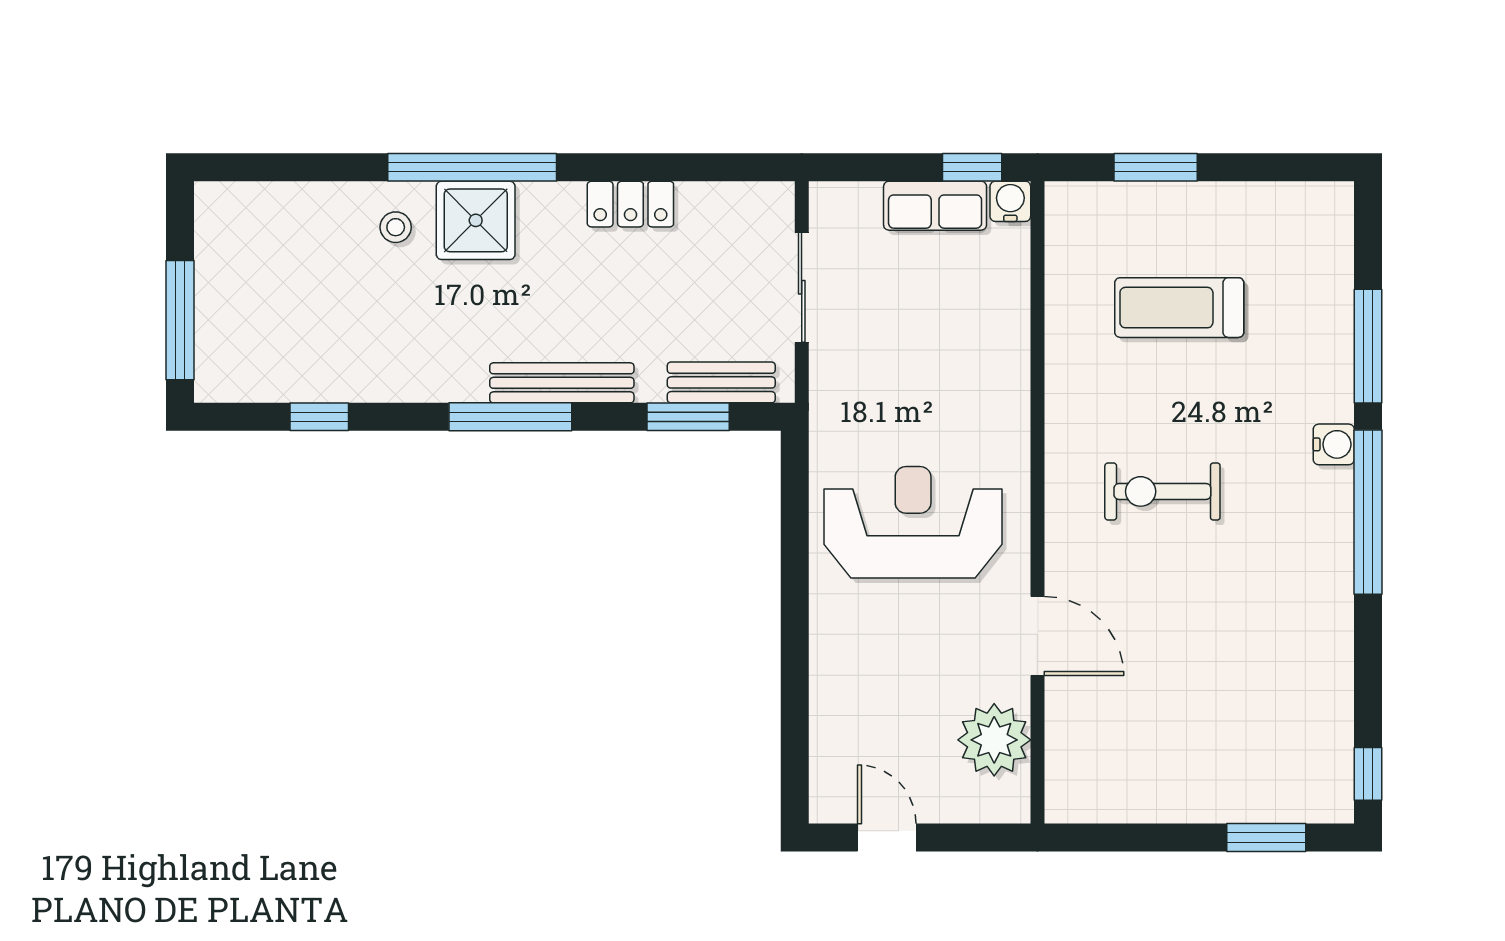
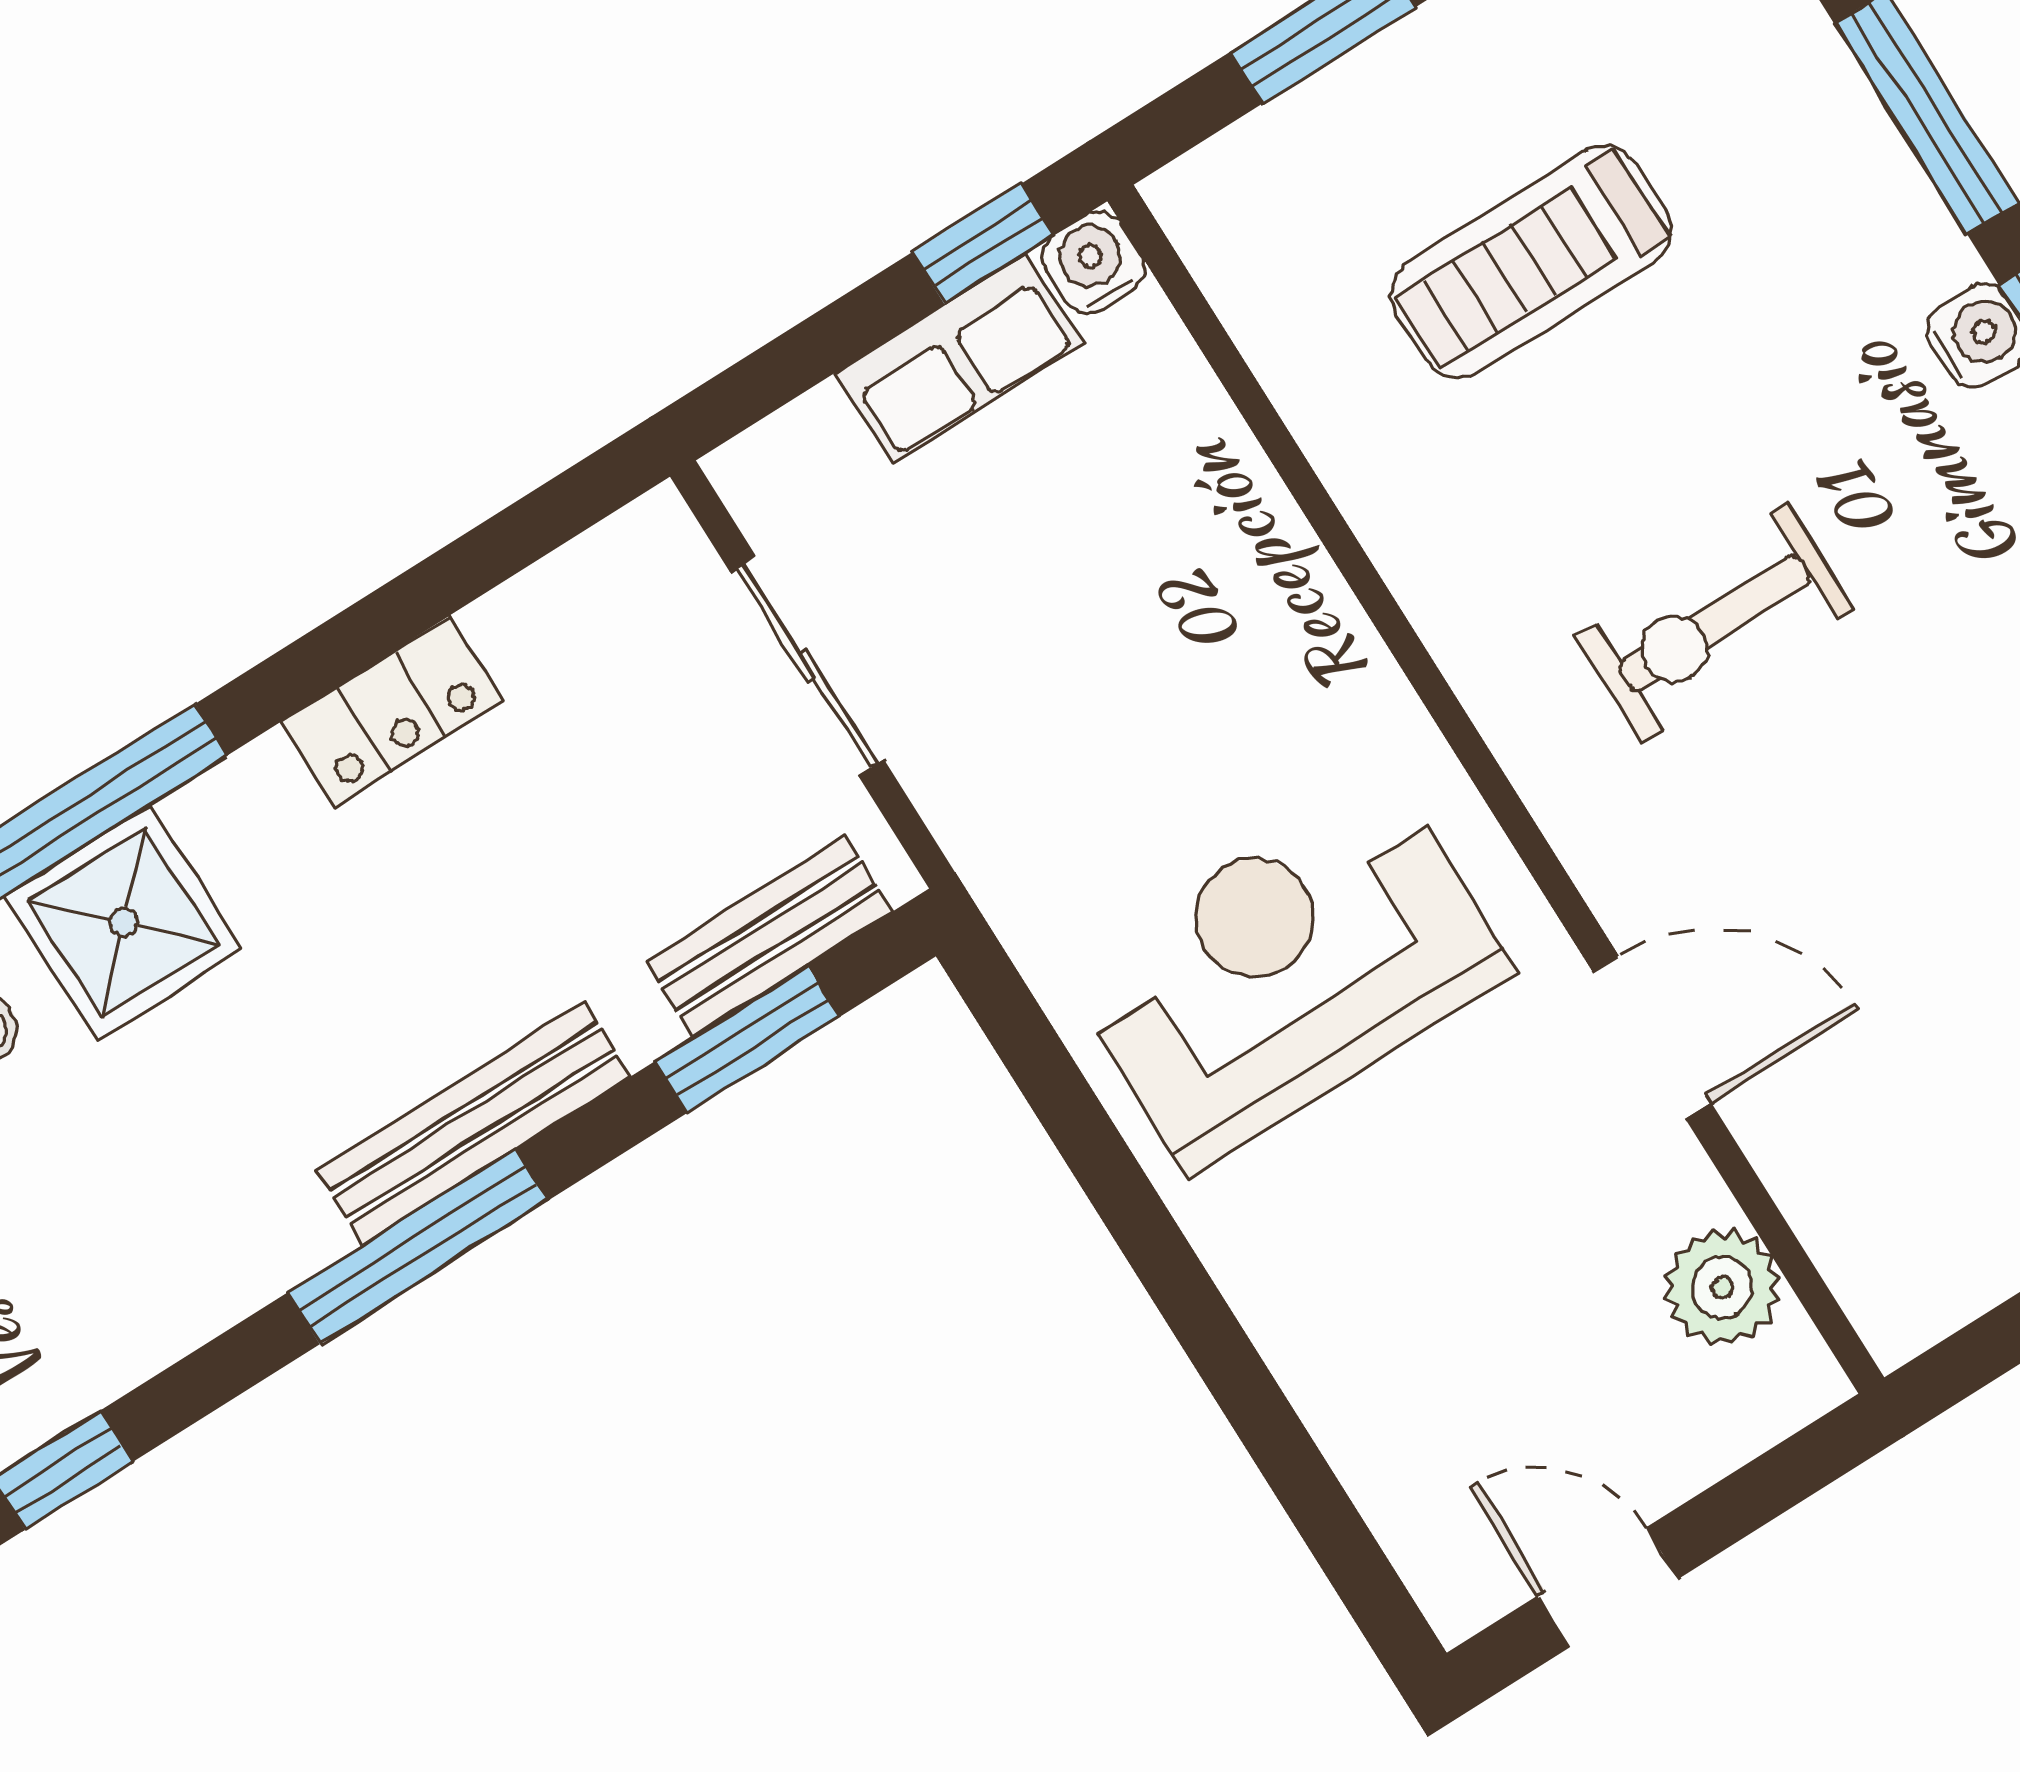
plant: (994, 740) -> (1722, 1287), width x0.73, depth x0.73

